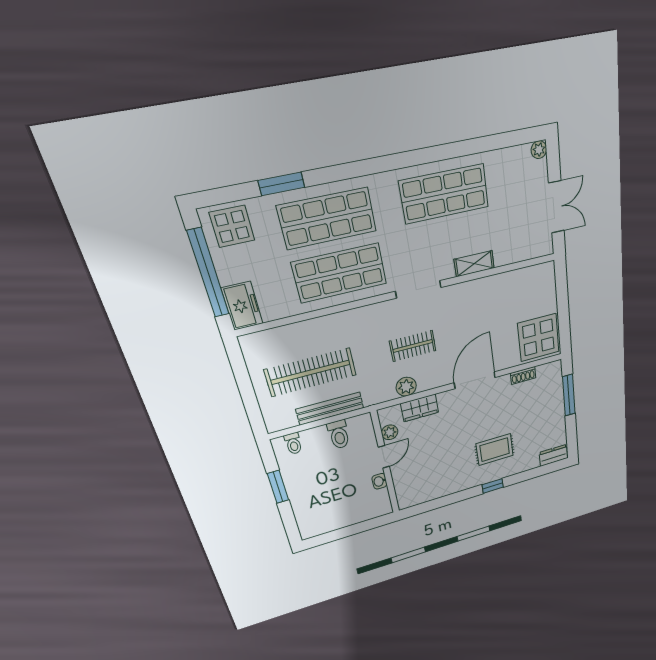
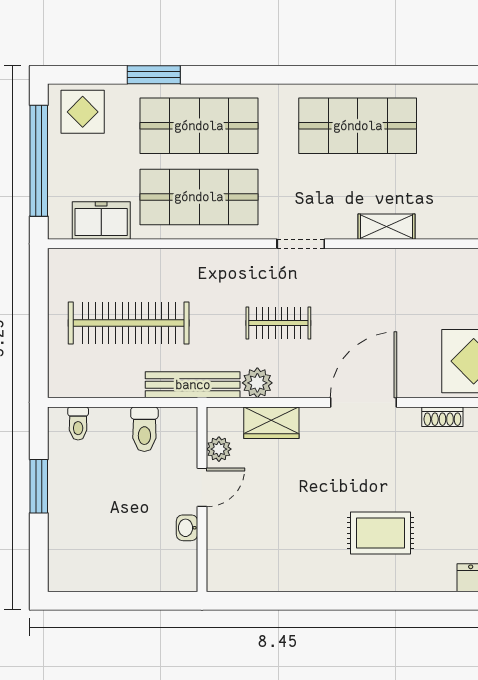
doorway: (418, 289) -> (301, 244), width x0.73
freezer: (242, 306) -> (101, 220), moved, turned -90
bench: (330, 409) -> (193, 385), moved
window: (493, 486) -> (369, 601), removed

